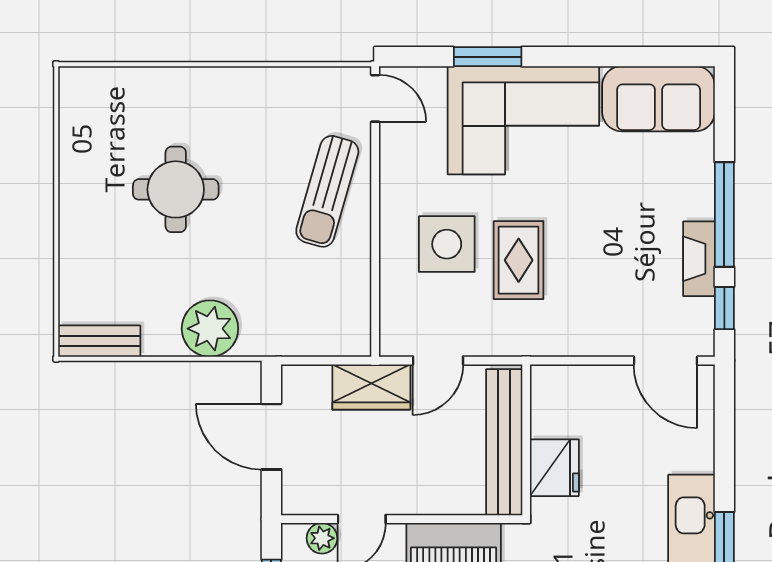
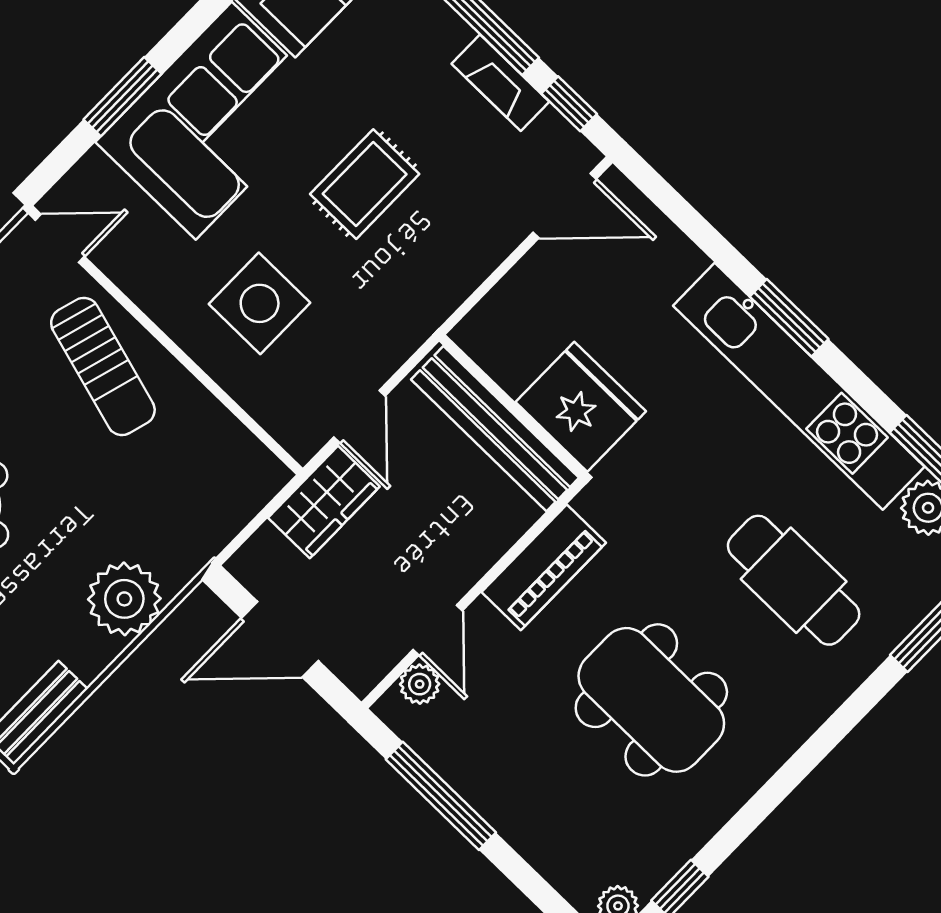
rug: (519, 260) -> (365, 184), moved, turned 90
fridge: (554, 468) -> (581, 407), width x1.36, depth x1.34

